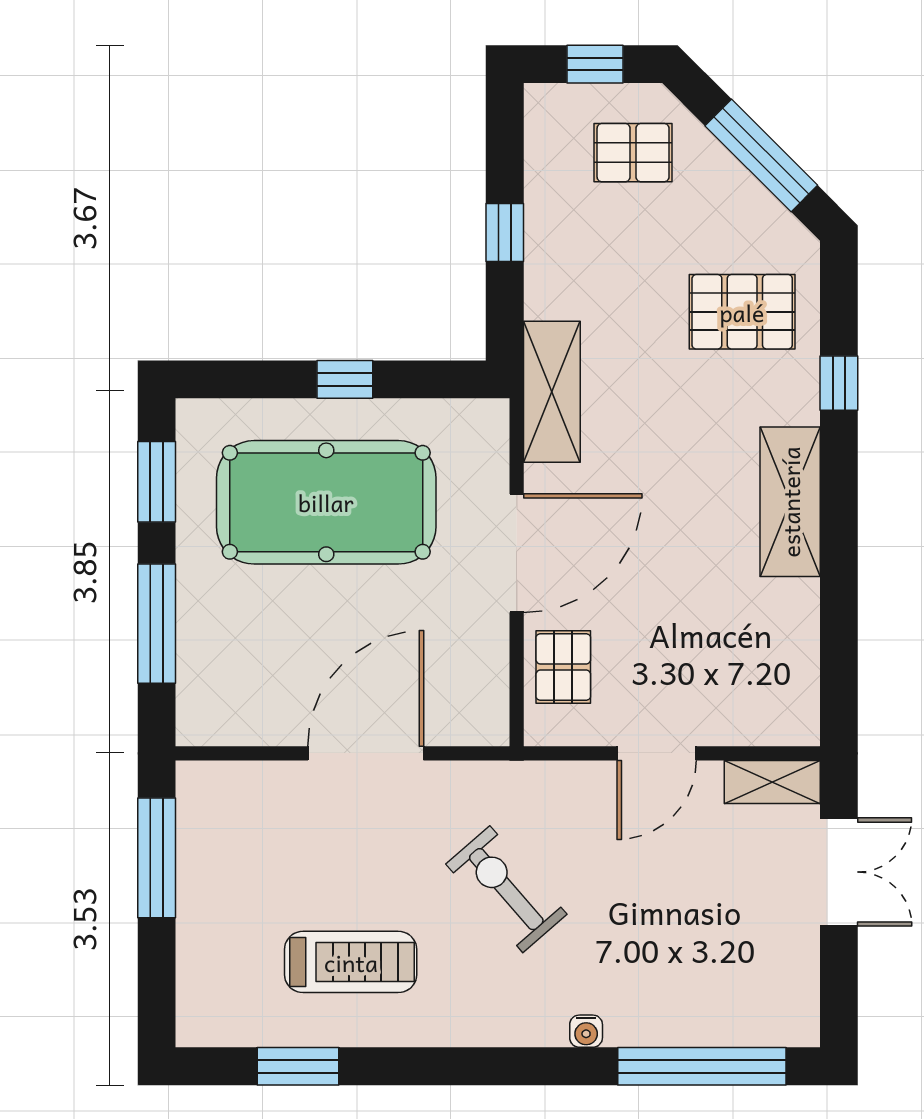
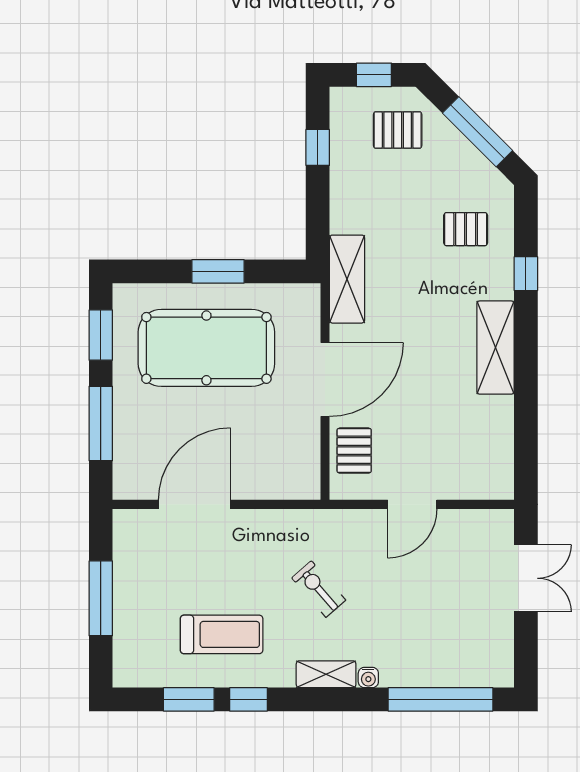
window: (505, 232) -> (318, 147), moved
pallet: (742, 312) -> (466, 229), width x0.67, depth x0.71
window: (345, 379) -> (218, 271), width x1.50
door: (366, 753) -> (194, 504), moved
shelving: (772, 782) -> (326, 674), moved
window: (157, 858) -> (101, 598), moved
exercise bike: (506, 889) -> (319, 589), width x0.73, depth x0.72
window: (394, 1066) -> (249, 699), added

